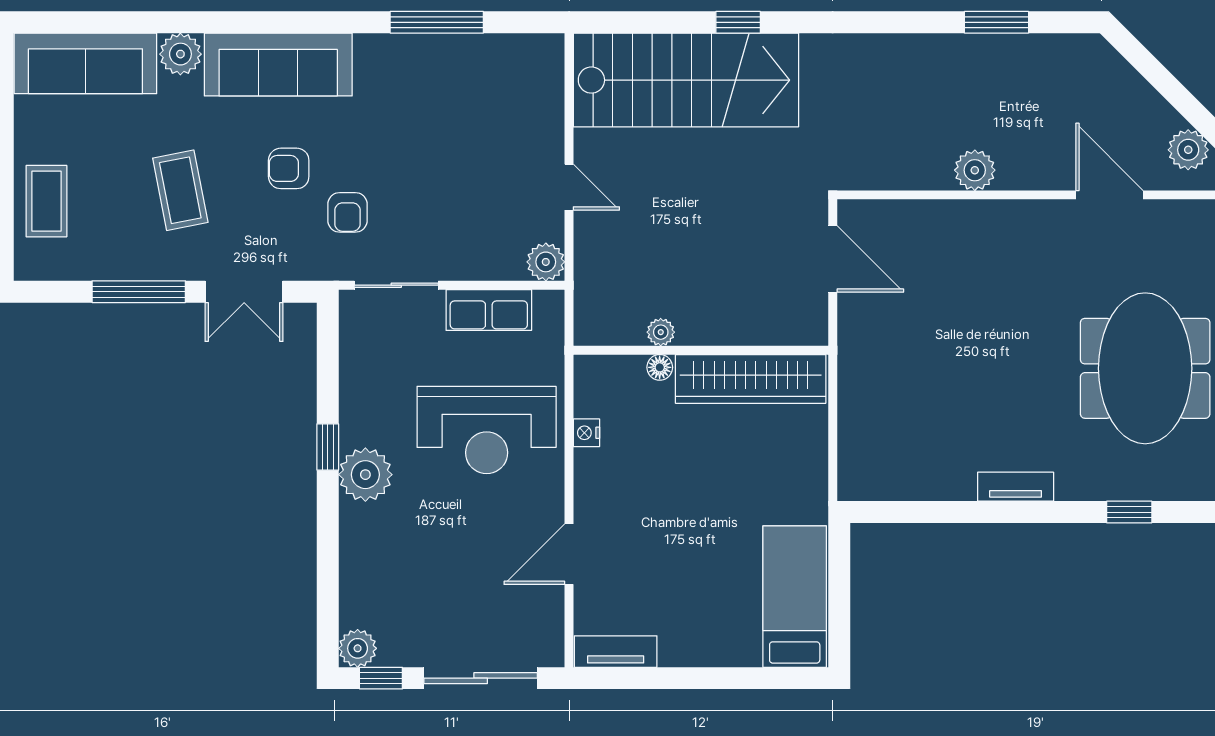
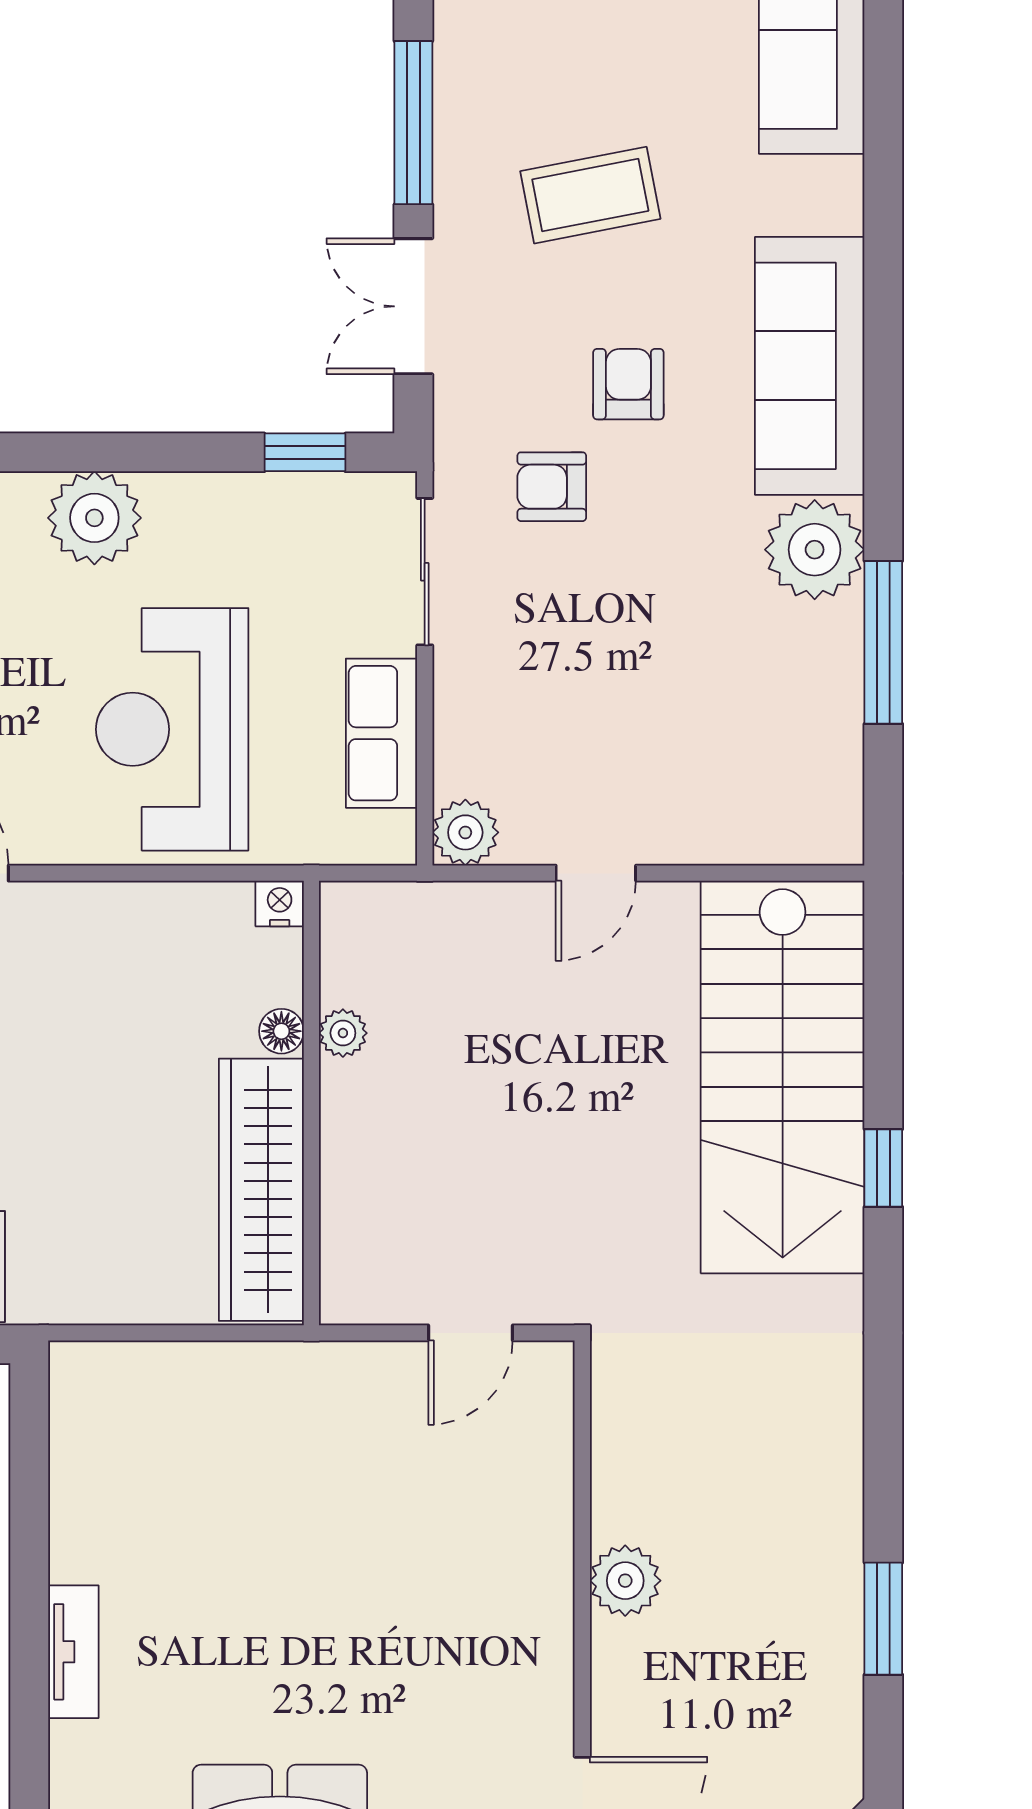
plant: (180, 54) -> (815, 550), moved, width x1.36, depth x1.36
door: (833, 259) -> (470, 1333), width x0.73
nightstand: (586, 433) -> (280, 903), moved
window: (328, 447) -> (305, 452), moved

